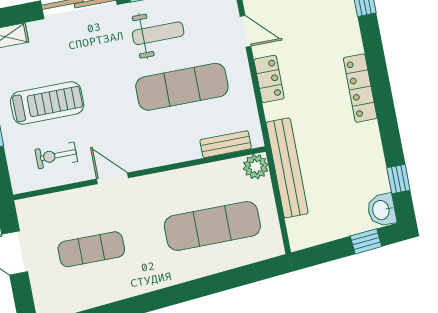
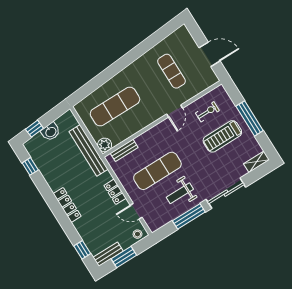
door: (112, 178) -> (175, 111), hinge flipped
washbasin: (382, 210) -> (51, 132), moved, turned 85
exercise mat: (91, 249) -> (172, 71), turned 90

